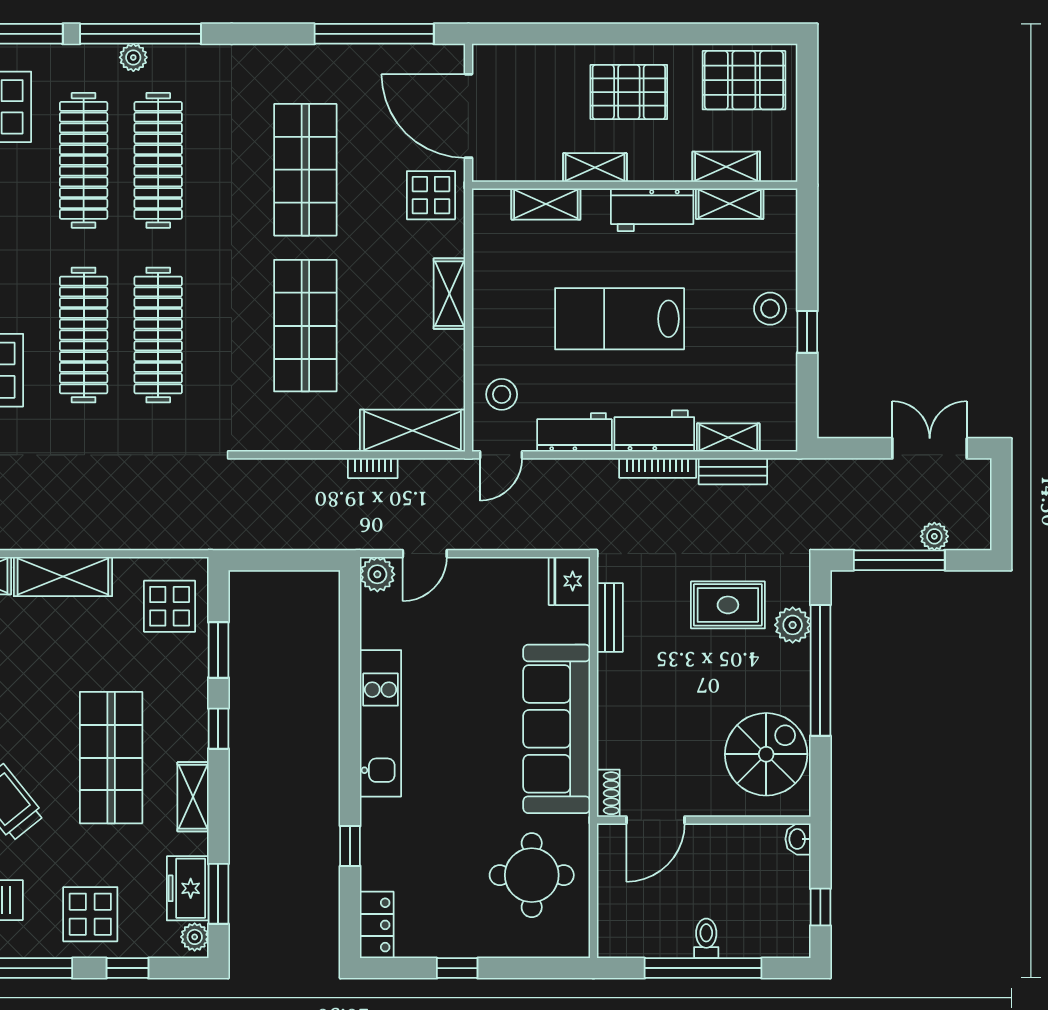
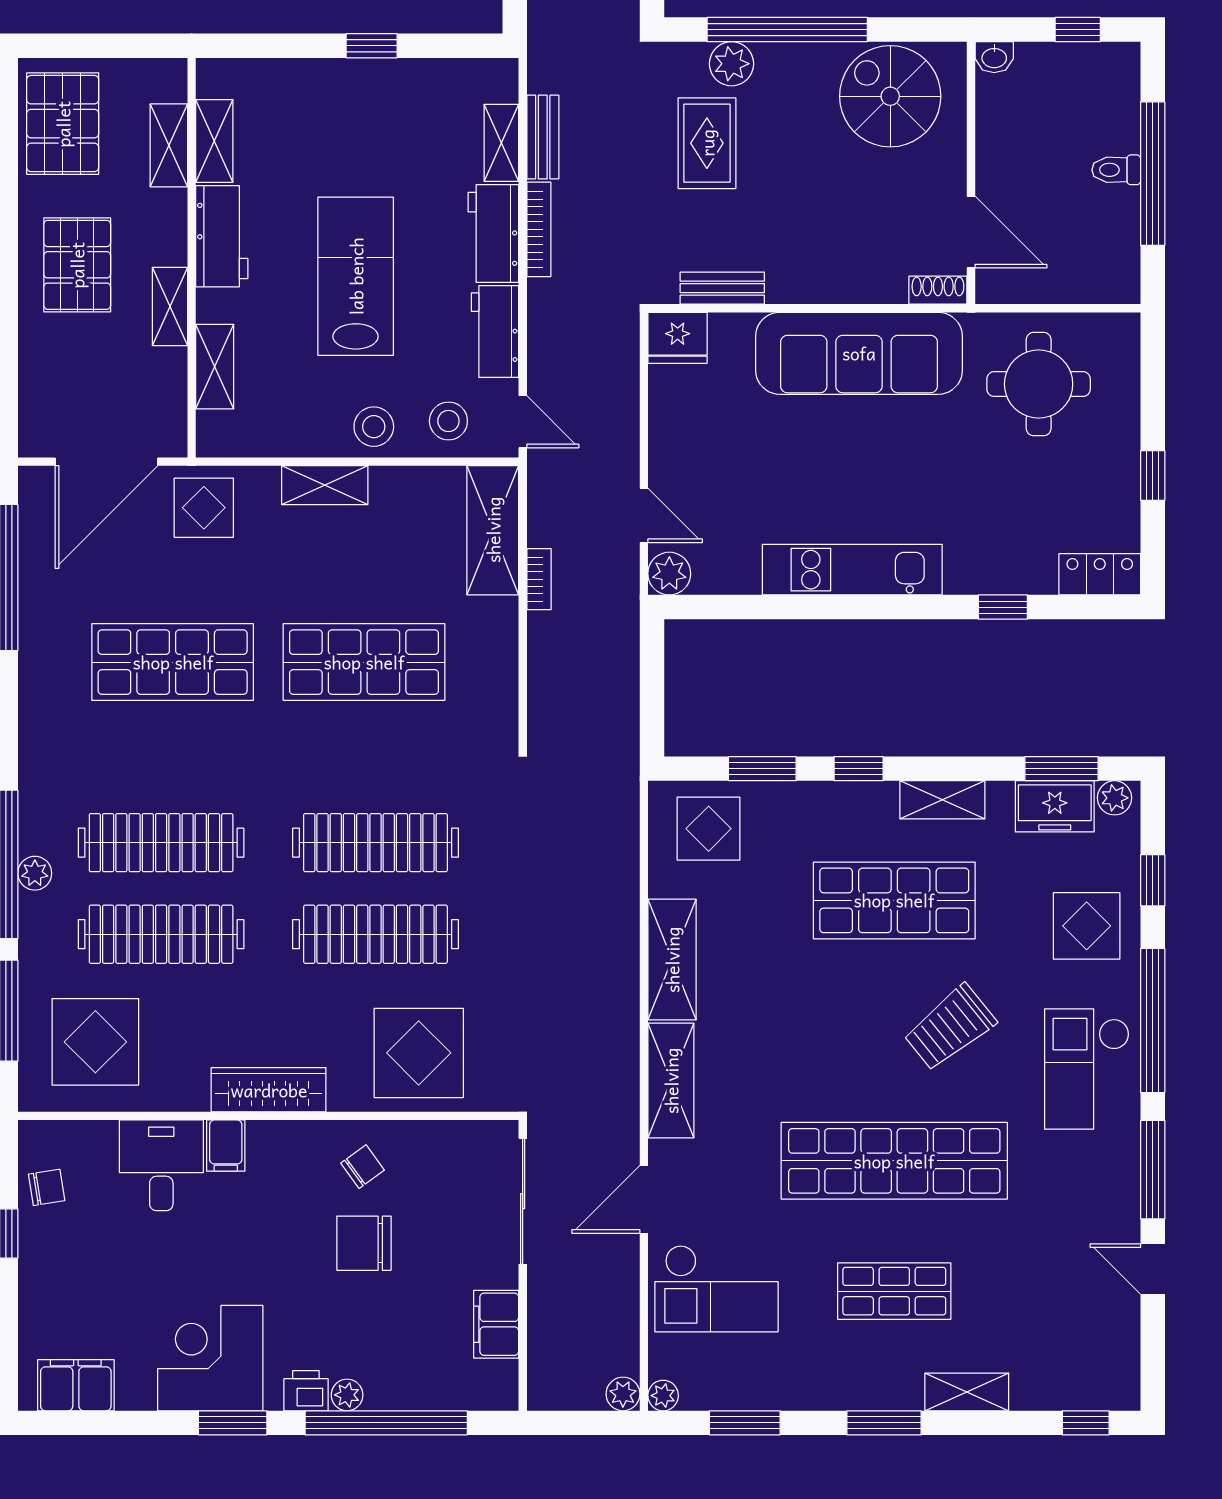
stool: (770, 309) -> (374, 427), moved
lab bench: (620, 319) -> (356, 276), turned 180

